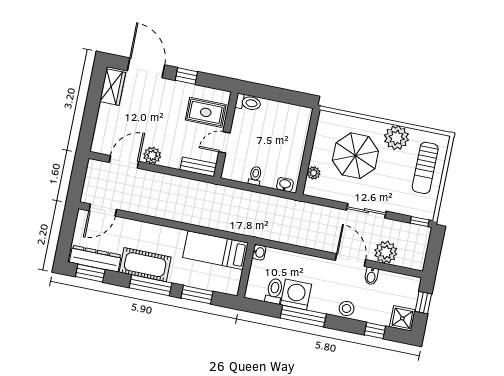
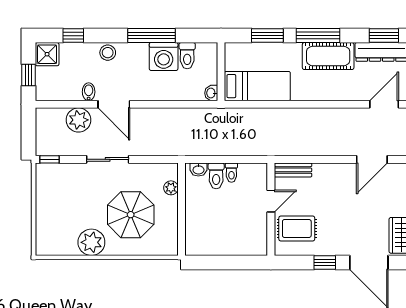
toilet: (248, 103) -> (216, 176), moved, turned -90
plant: (152, 155) -> (344, 172), removed
sun lounger: (425, 168) -> (55, 217), removed

